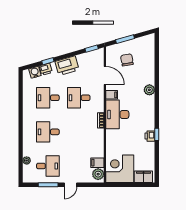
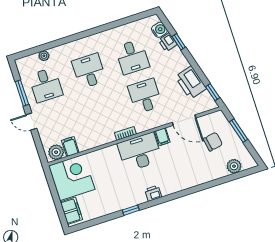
printer: (67, 66) -> (191, 83), moved
door: (105, 76) -> (184, 120), hinge flipped
plant: (149, 90) -> (234, 166), moved
desk: (48, 98) -> (132, 57), turned 180
printer: (150, 136) -> (153, 193), moved

